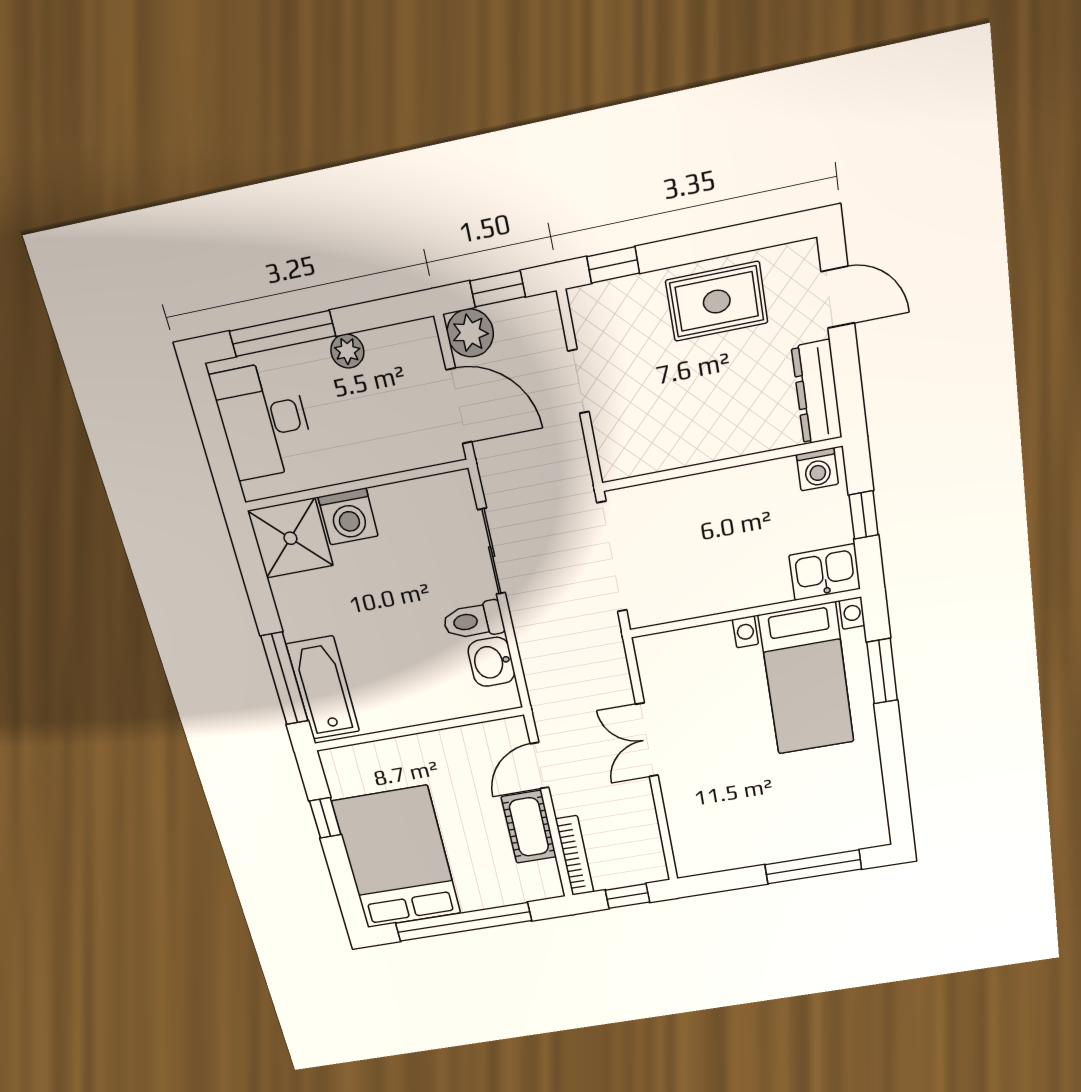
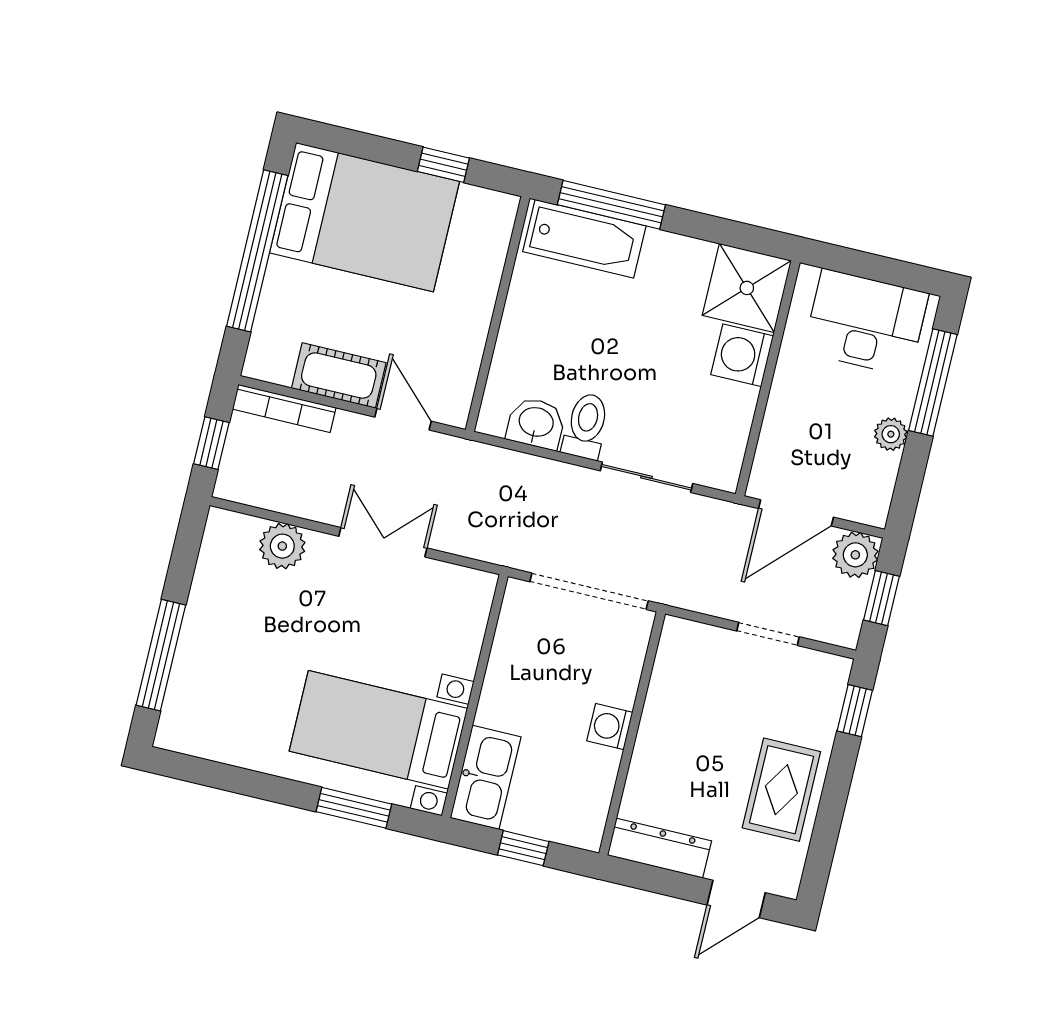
washing machine: (817, 469) -> (610, 727), moved
kitchen sink: (825, 572) -> (486, 777), width x1.38
plant: (685, 814) -> (282, 546), added

